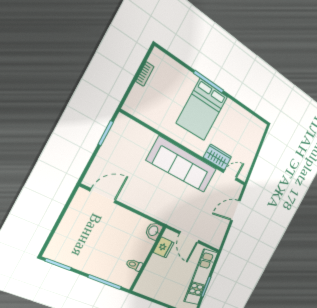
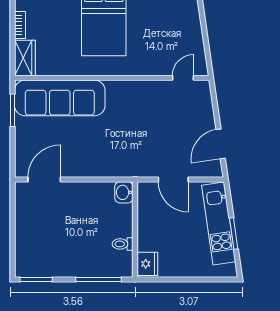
wardrobe: (218, 157) -> (25, 58), moved, turned 90
sofa: (182, 165) -> (60, 98), moved
door: (235, 211) -> (221, 144), moved
fridge: (164, 247) -> (147, 264), moved

